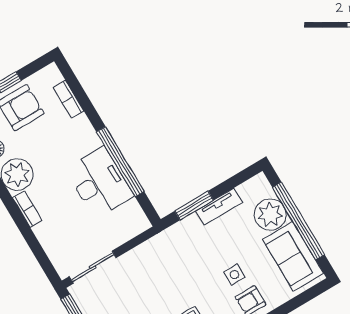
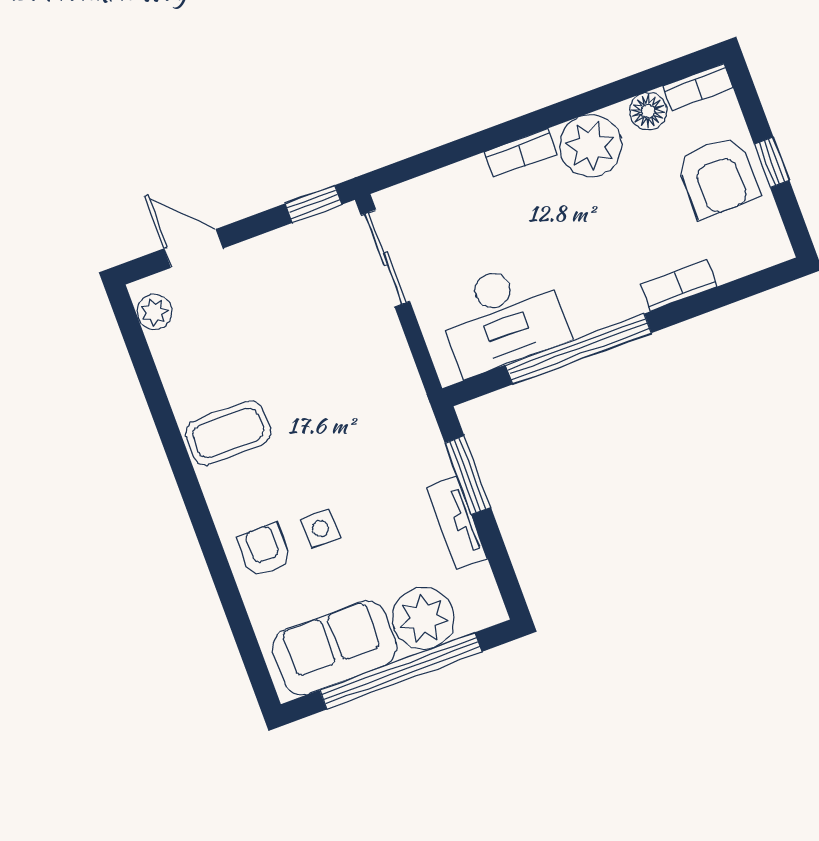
bookcase: (68, 99) -> (679, 286), moved
desk: (99, 183) -> (502, 317), moved

